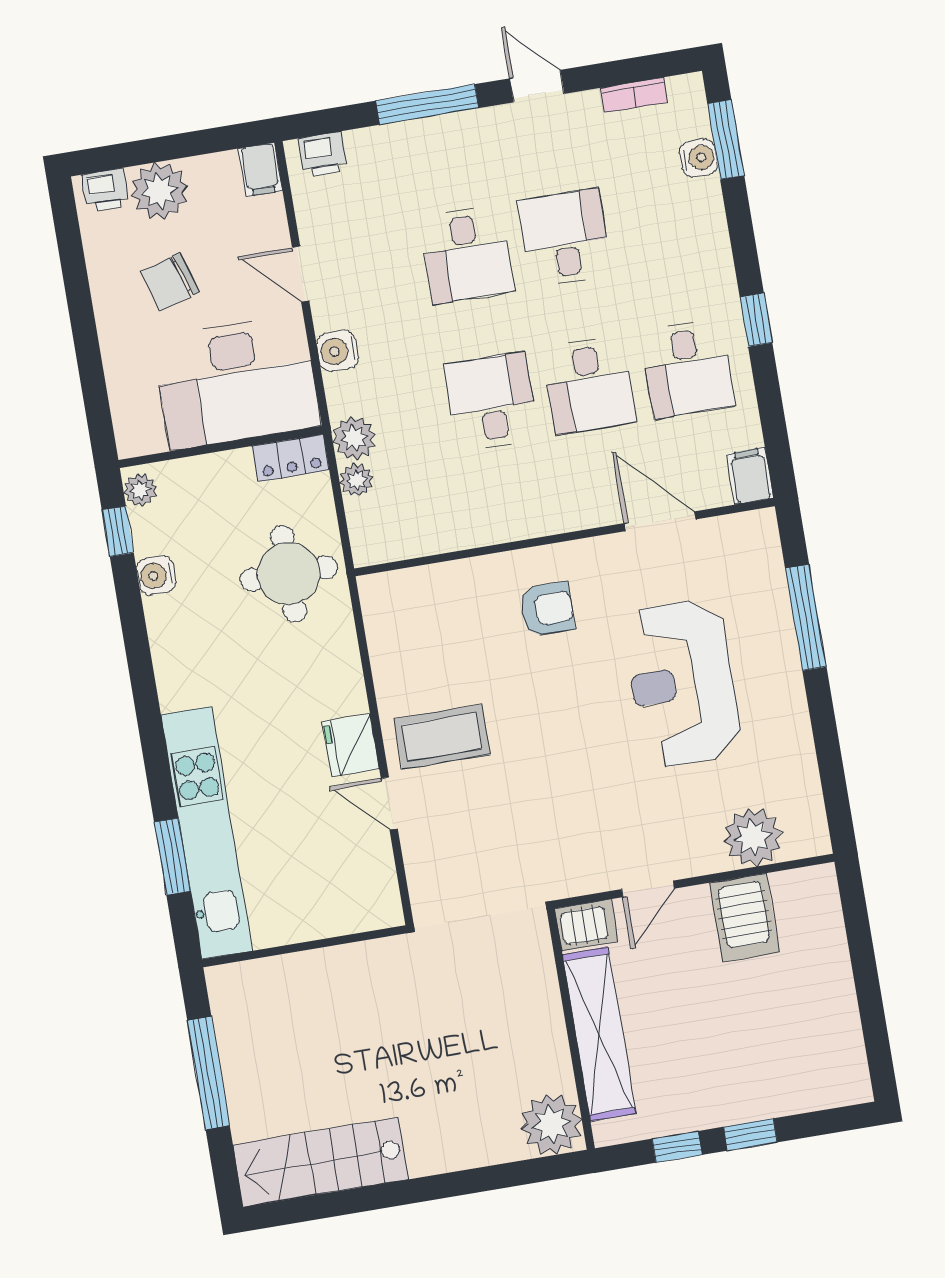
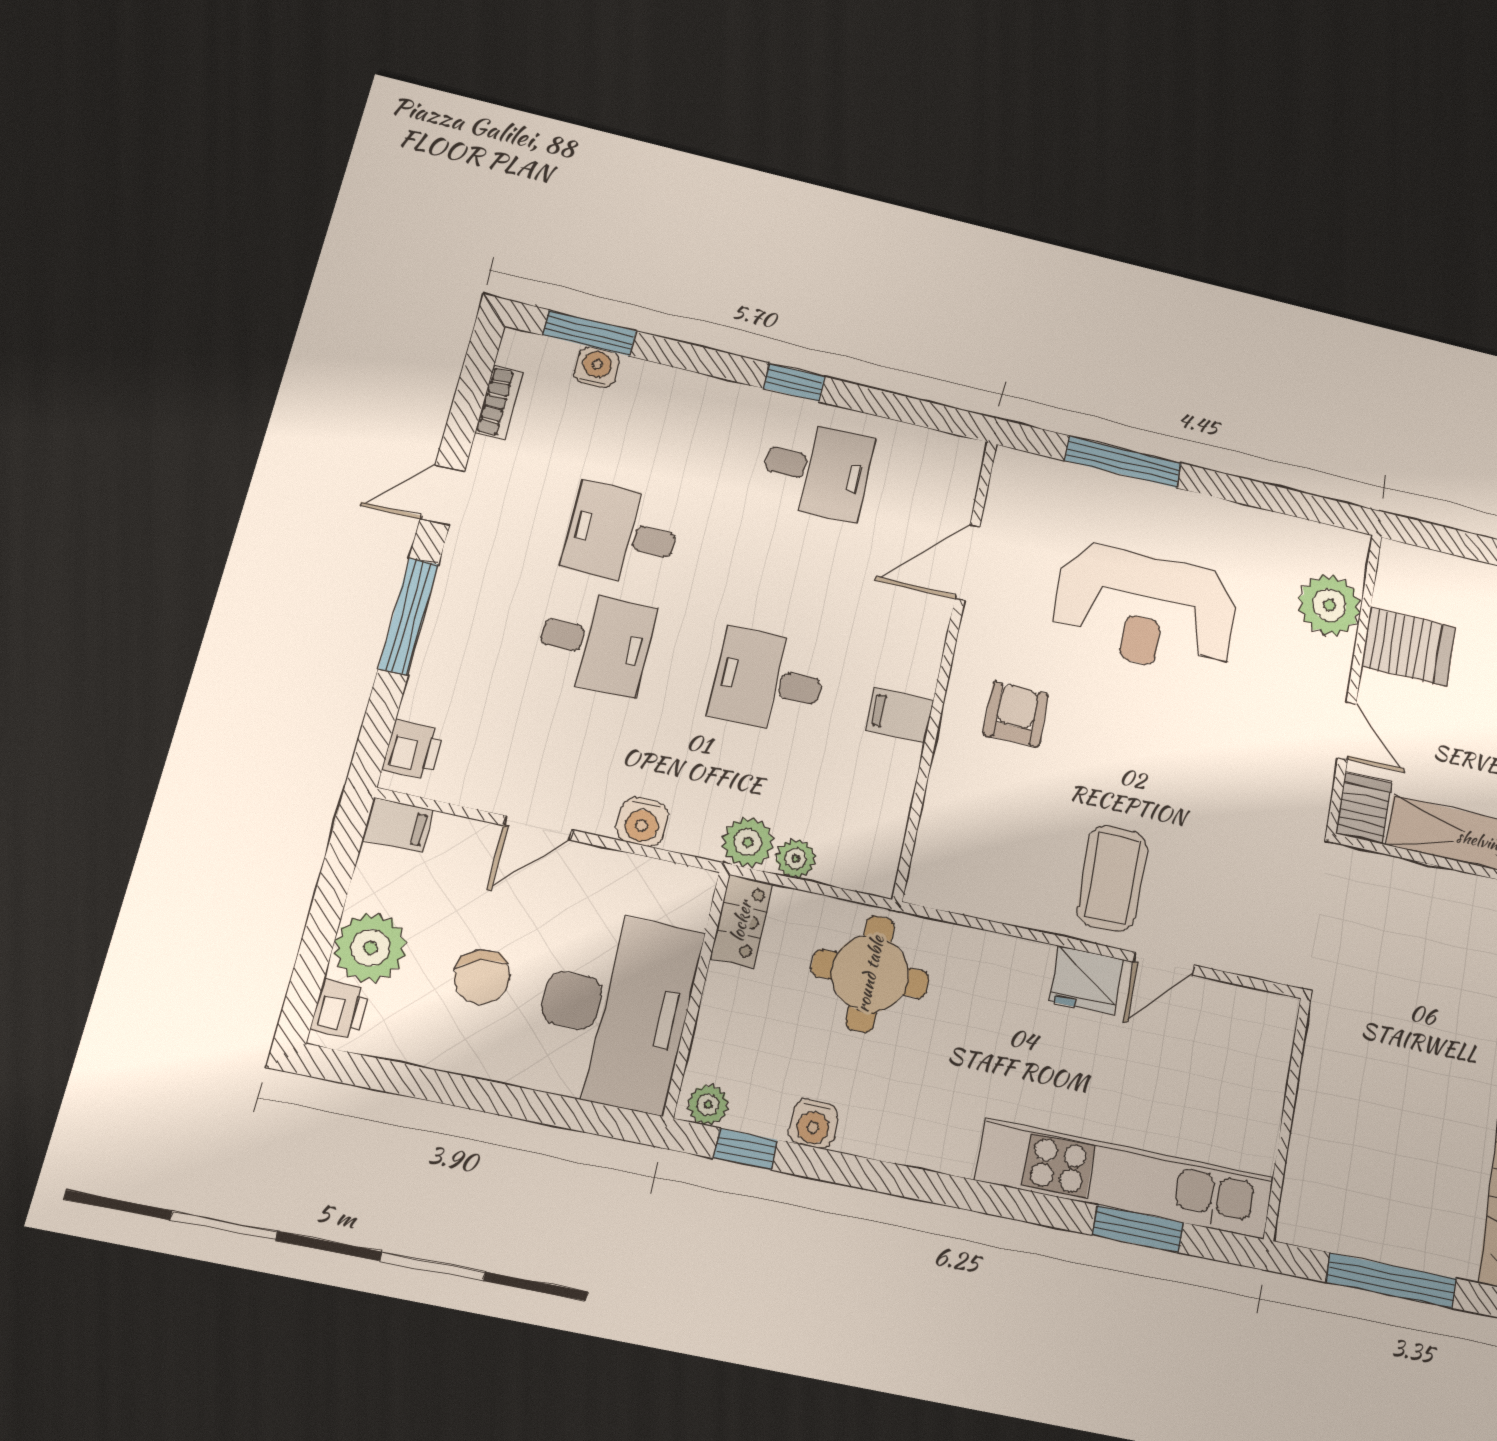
desk: (237, 382) -> (615, 1009), moved
desk: (589, 385) -> (793, 574), removed
filing cabinet: (750, 476) -> (900, 715), moved

